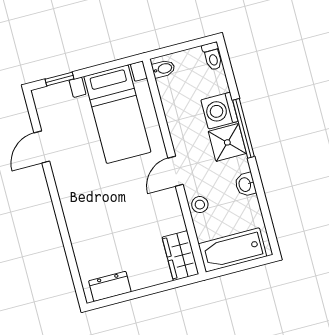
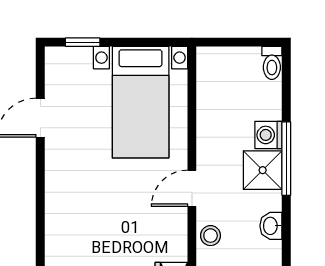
bidet: (163, 69) -> (210, 63), removed
washing machine: (219, 111) -> (268, 135), width x0.73, depth x0.73

